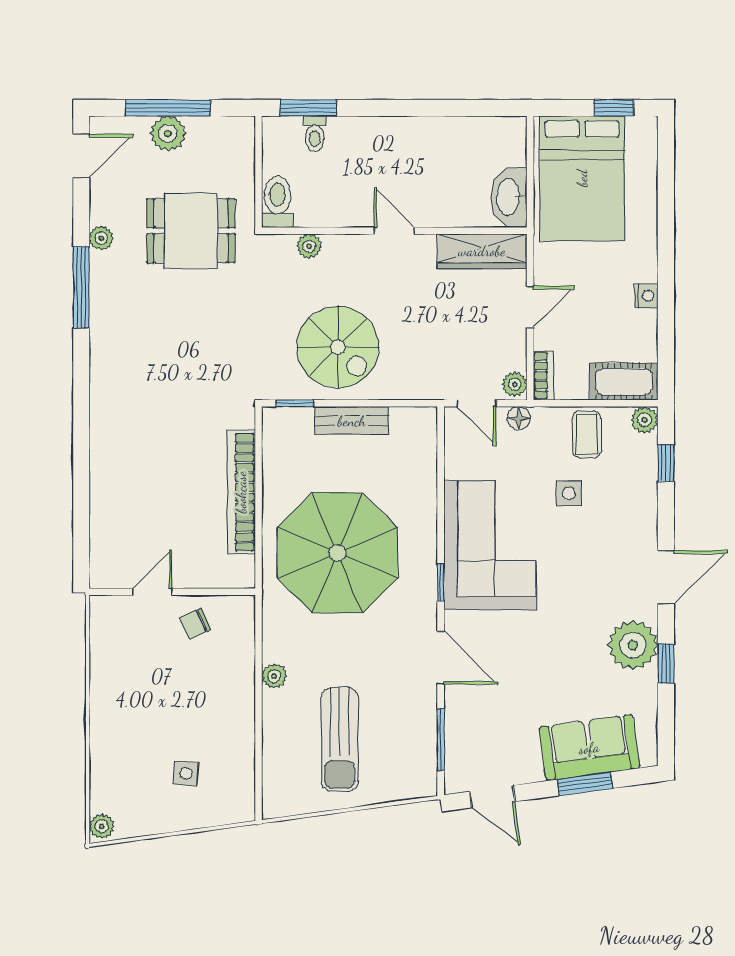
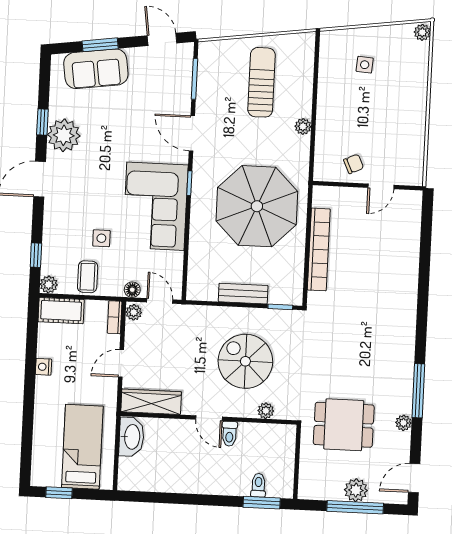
bed: (582, 178) -> (82, 447), width x0.67
toilet: (277, 202) -> (229, 434), moved, width x0.73, depth x0.72
spiral stairs: (338, 347) -> (245, 361), moved

